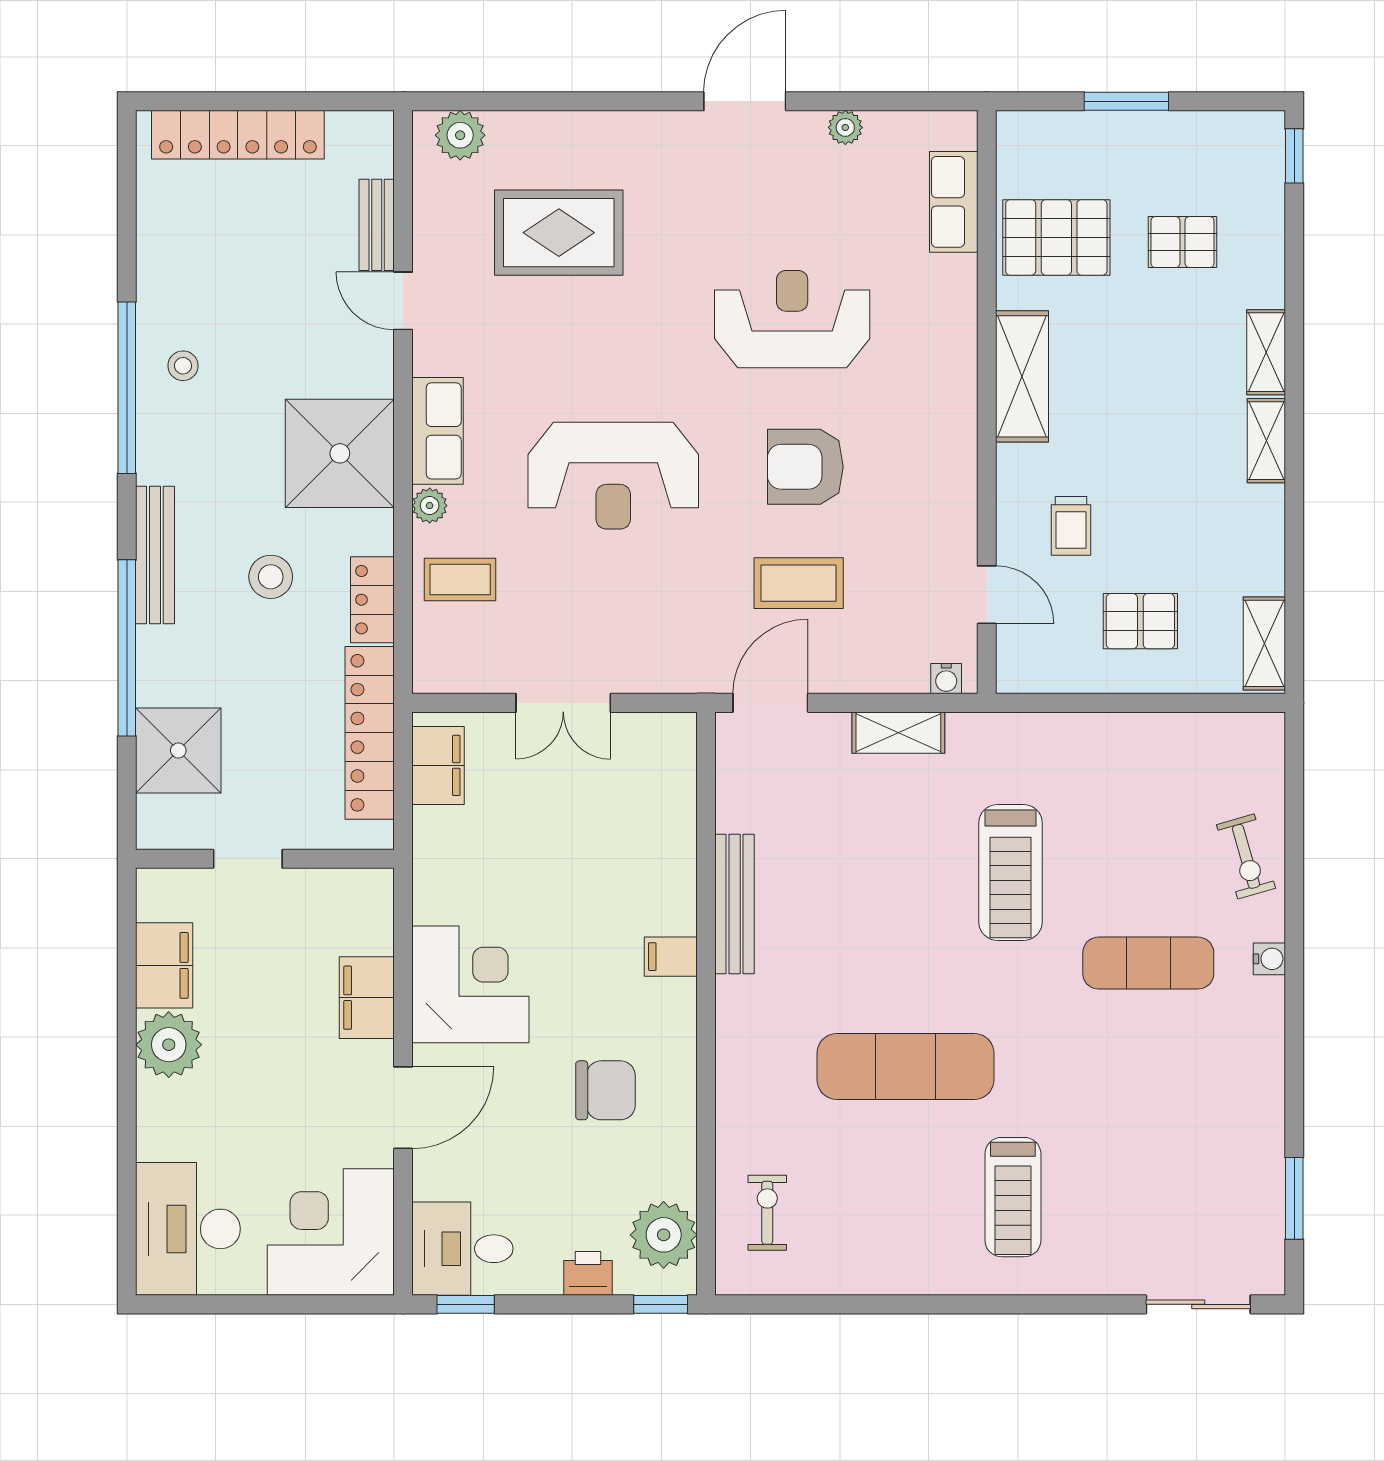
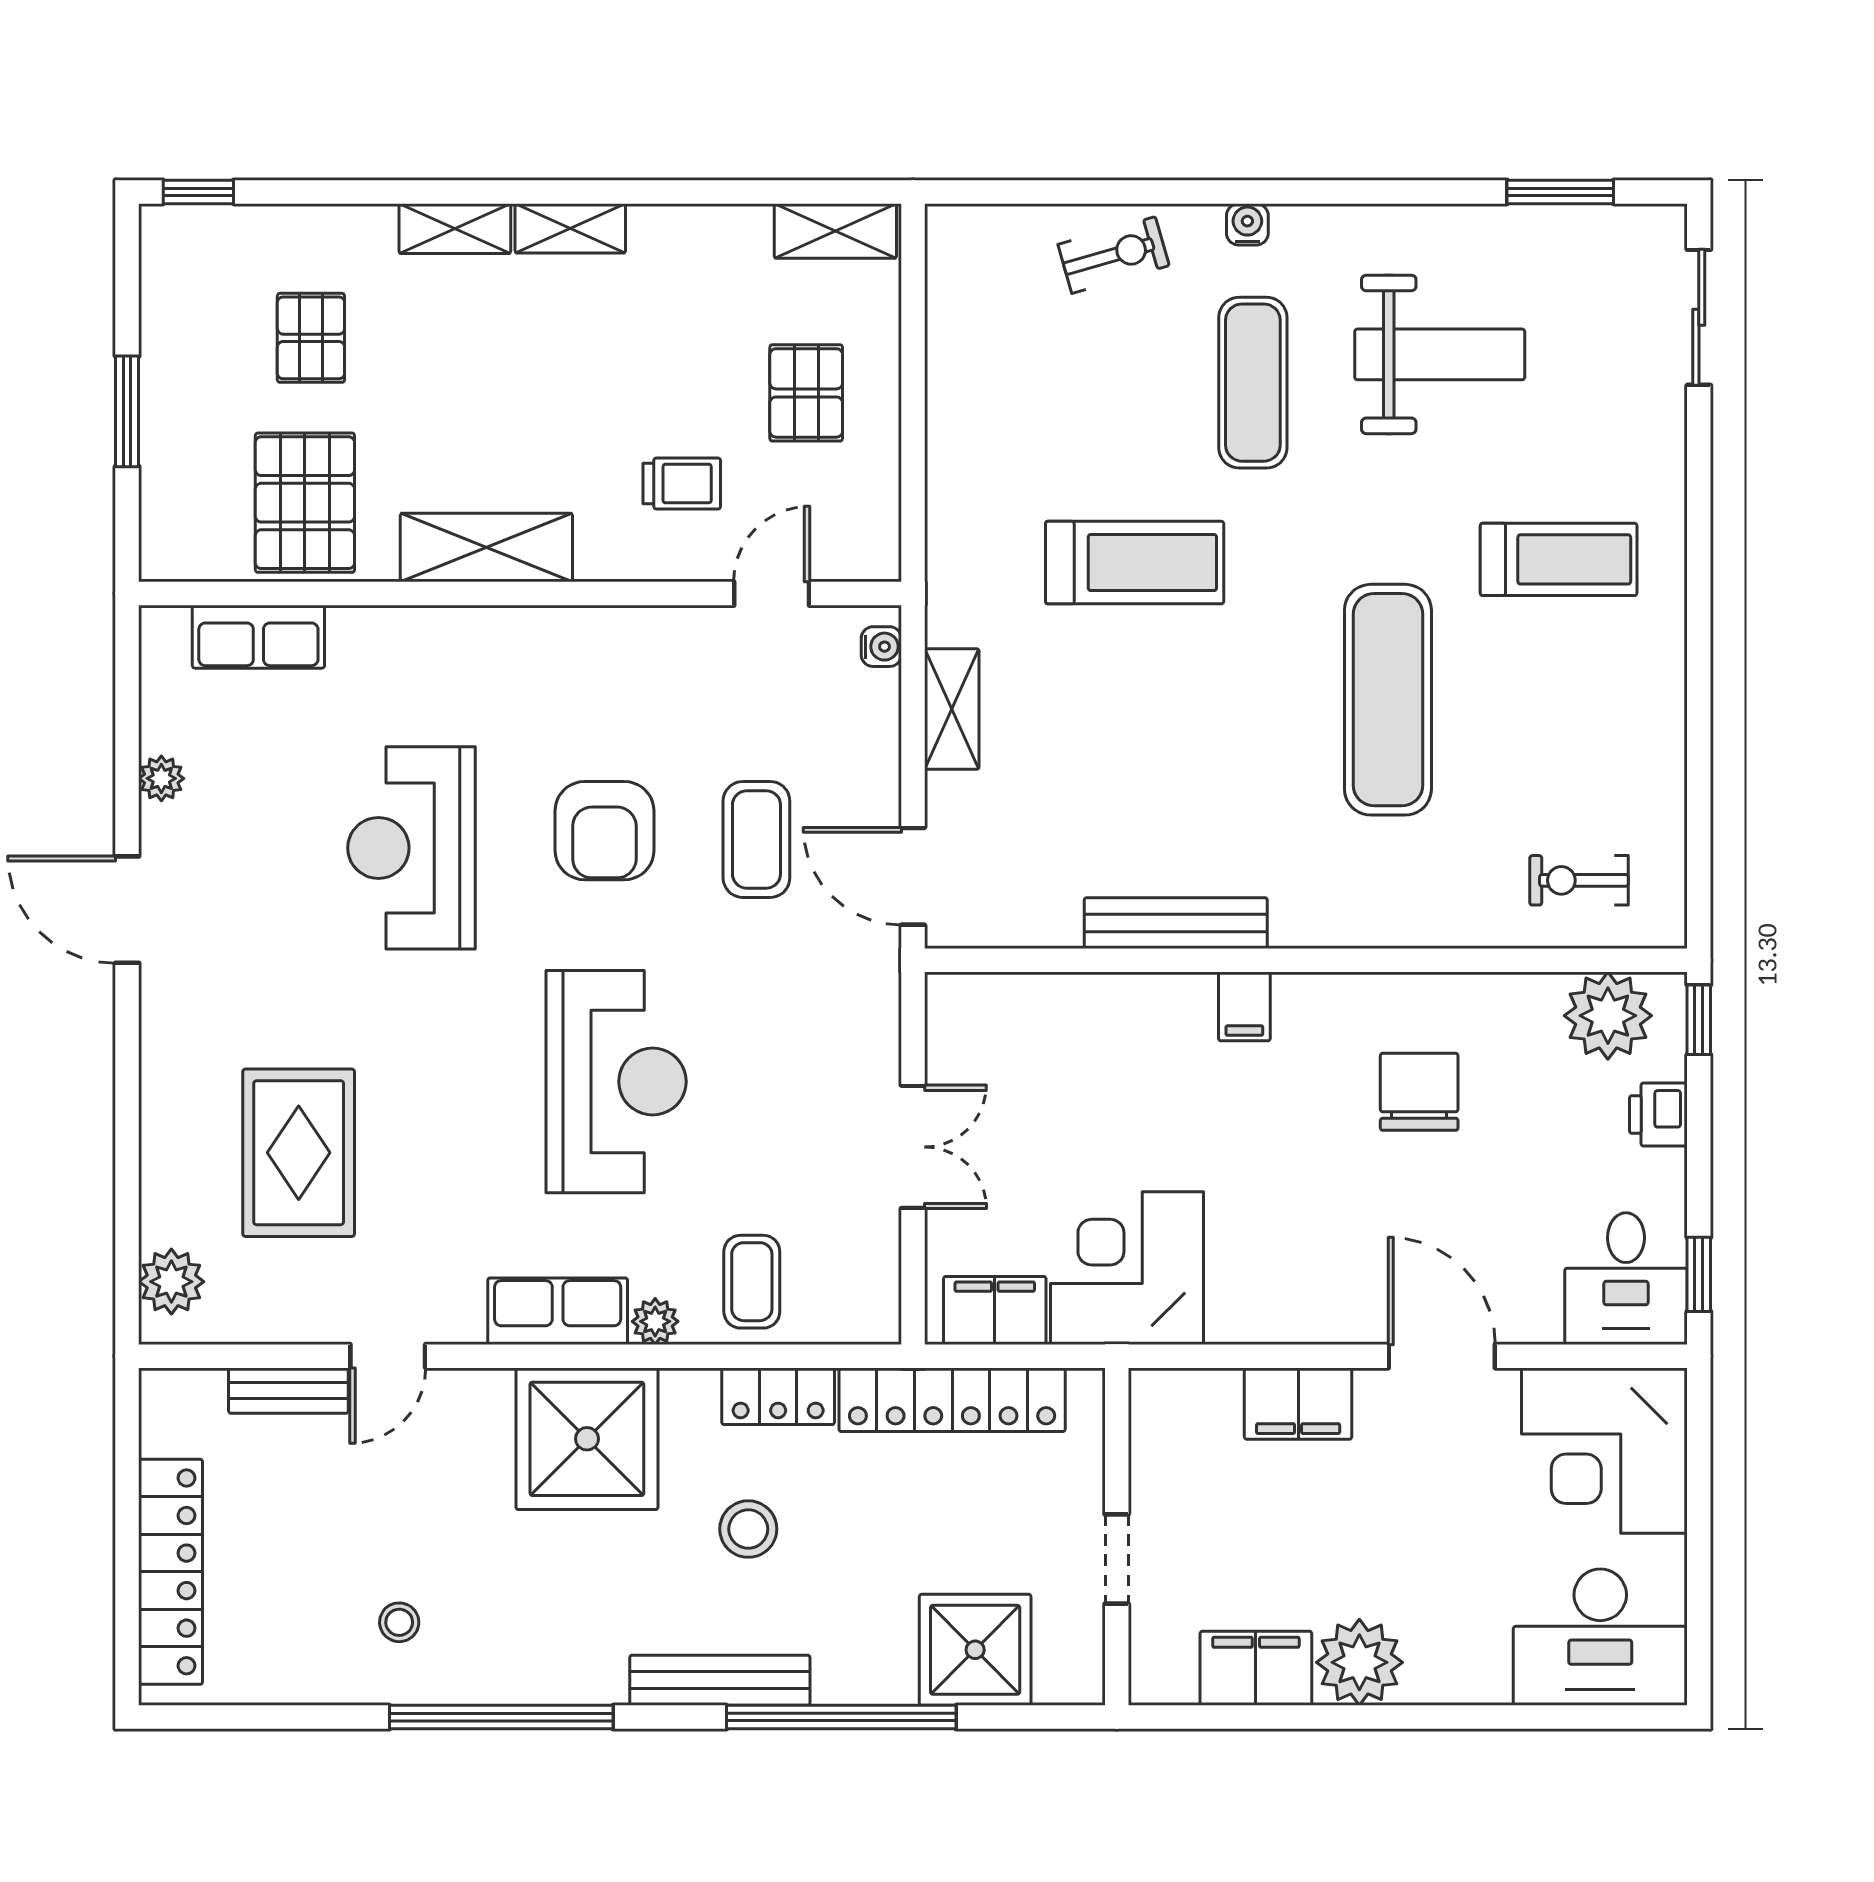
stool: (183, 366) -> (399, 1622), moved
corner desk: (470, 984) -> (1127, 1268), moved
weight bench: (1170, 1106) -> (1440, 354), added

